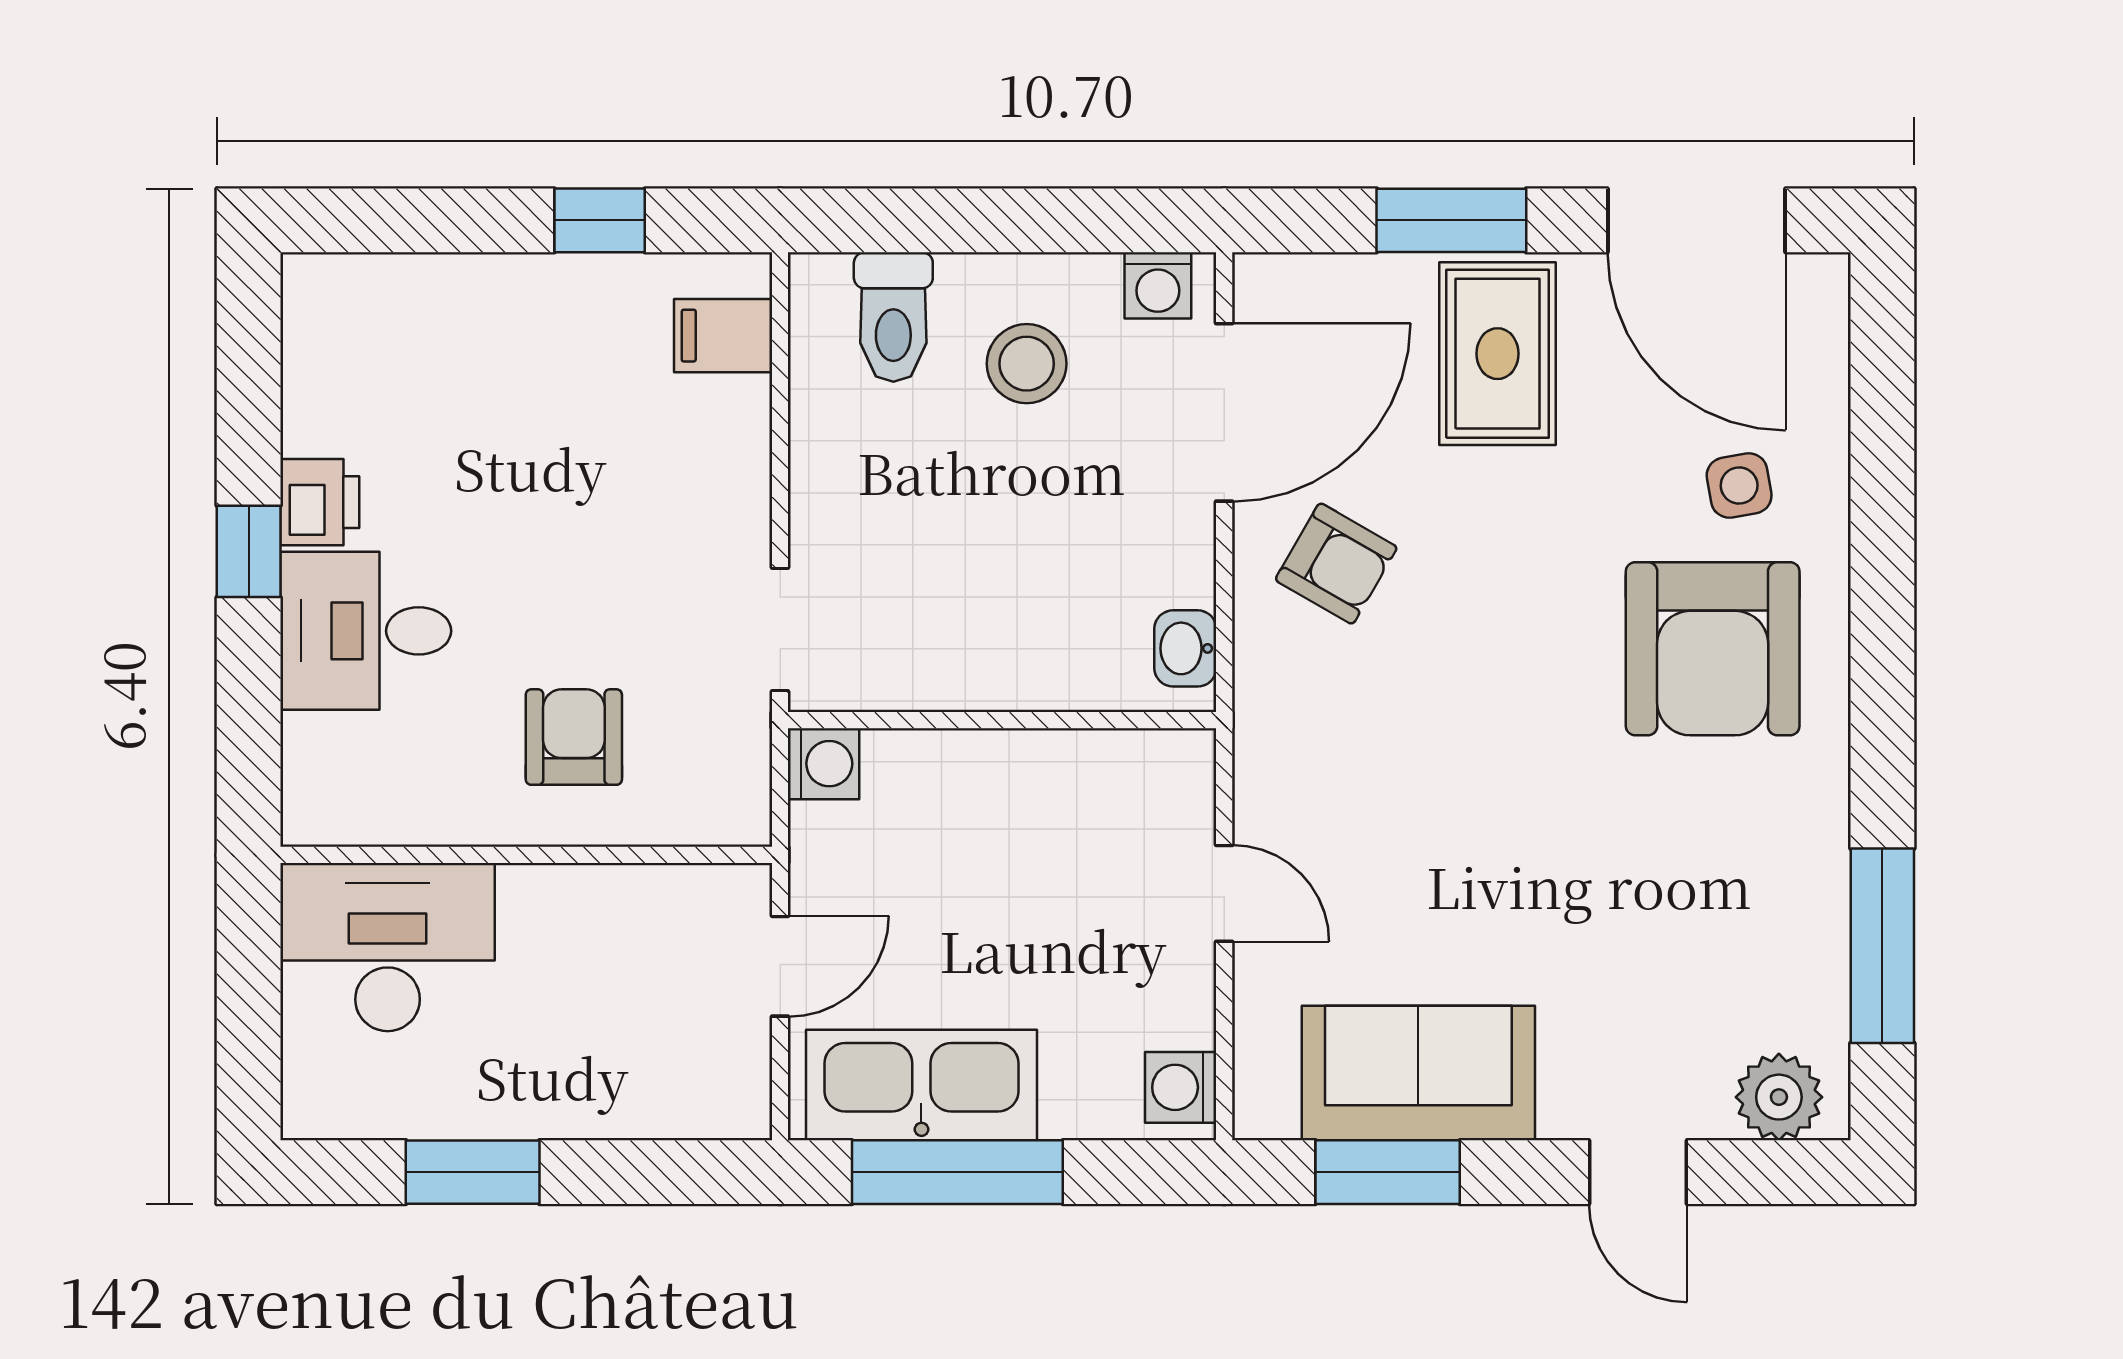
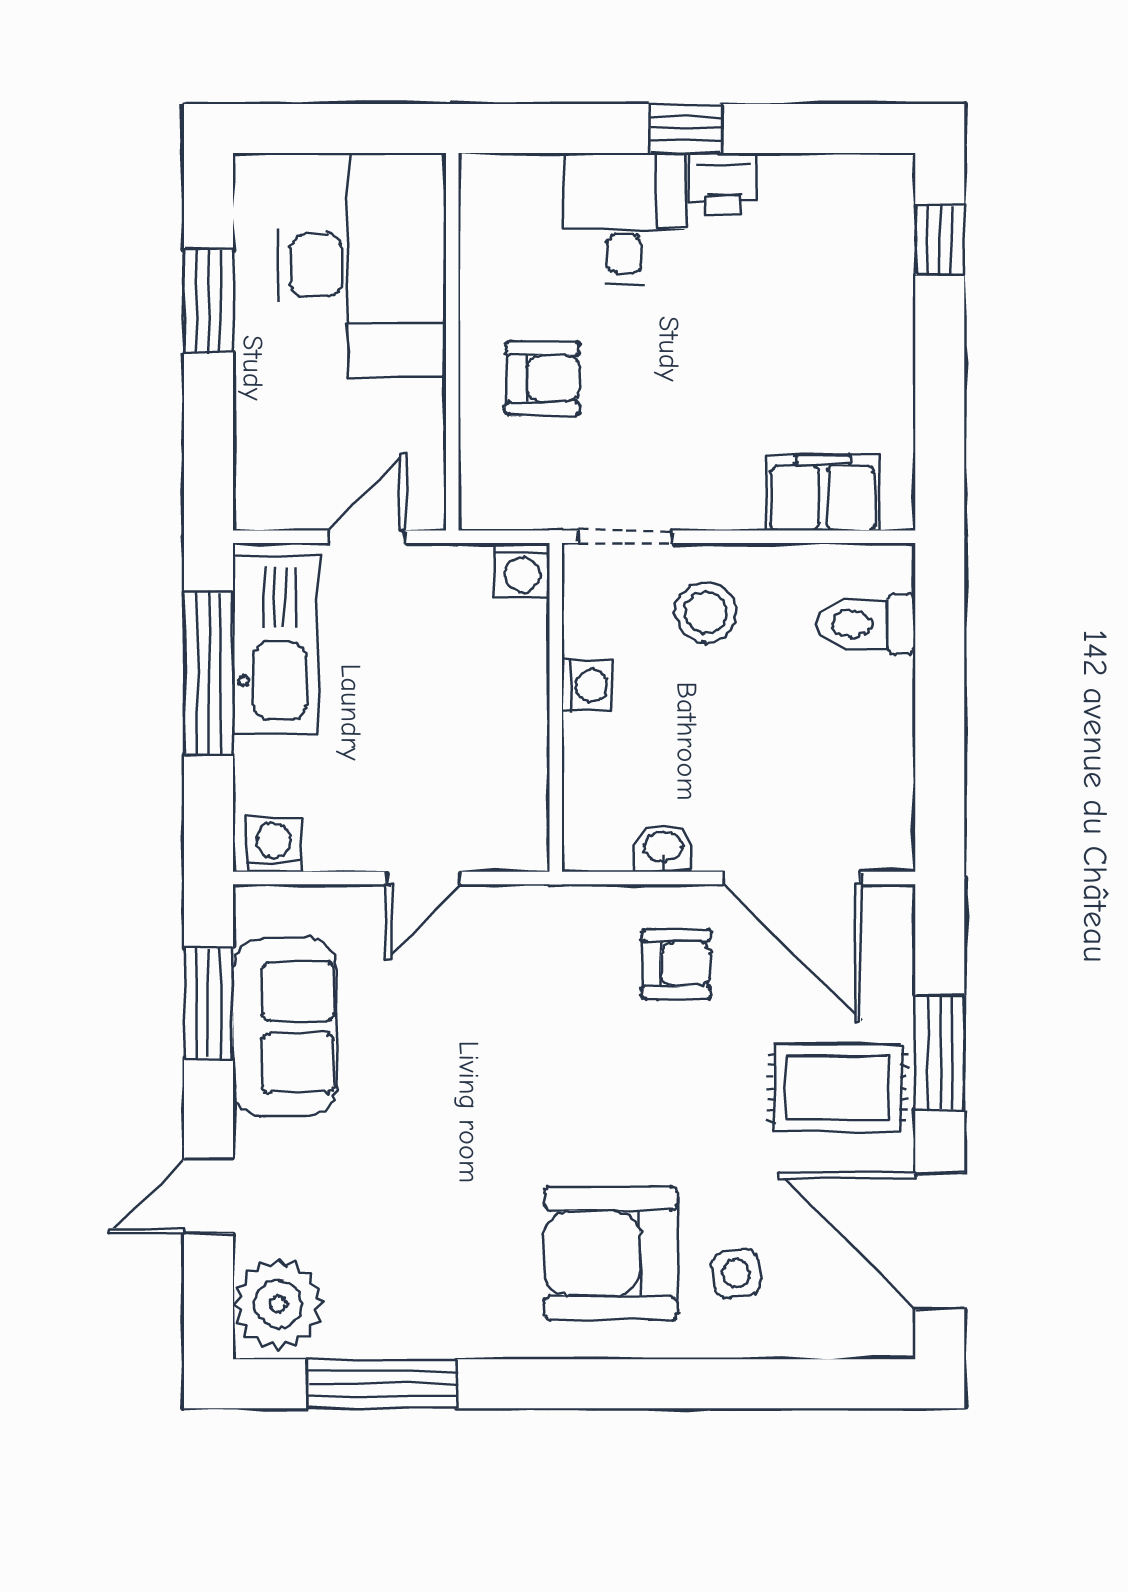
window: (600, 220) -> (940, 240), moved
door: (1696, 220) -> (940, 1241), hinge flipped
washing machine: (1158, 285) -> (587, 685), moved, turned 180
filing cabinet: (723, 336) -> (823, 493), width x2.00
stool: (1027, 364) -> (706, 613), moved
armchair: (1336, 564) -> (676, 964), turned -120
washbasin: (1185, 648) -> (663, 848), moved
desk: (388, 947) -> (362, 265), width x1.36, depth x1.30
door: (780, 966) -> (367, 537), swing flipped
plant: (1779, 1097) -> (278, 1304), width x1.36, depth x1.36

